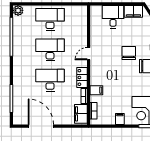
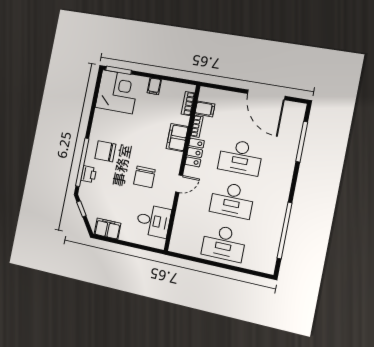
plant: (18, 10) -> (267, 266), removed
desk: (113, 17) -> (153, 221), moved, turned -90
chair: (129, 53) -> (144, 177), moved
filing cabinet: (96, 90) -> (177, 138), width x2.00
filing cabinet: (81, 114) -> (205, 109), width x0.50

